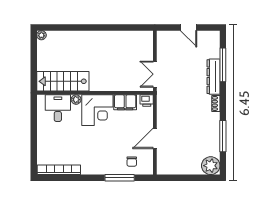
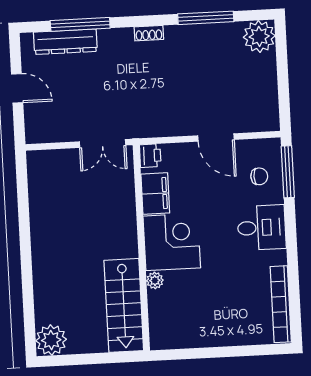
door: (189, 27) -> (17, 88), hinge flipped
plant: (41, 35) -> (51, 340), width x1.88, depth x1.88
dresser: (213, 77) -> (65, 42), moved
desk: (58, 108) -> (262, 228), moved, turned 180
window: (120, 178) -> (288, 172), moved

